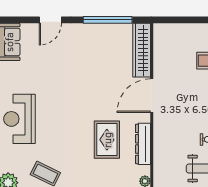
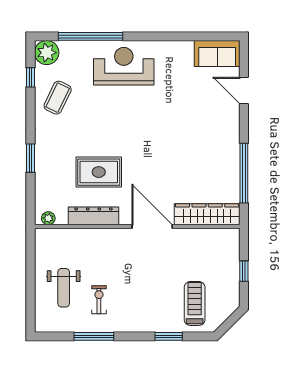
door: (50, 20) -> (244, 90), moved
window: (189, 20) -> (244, 271), added

